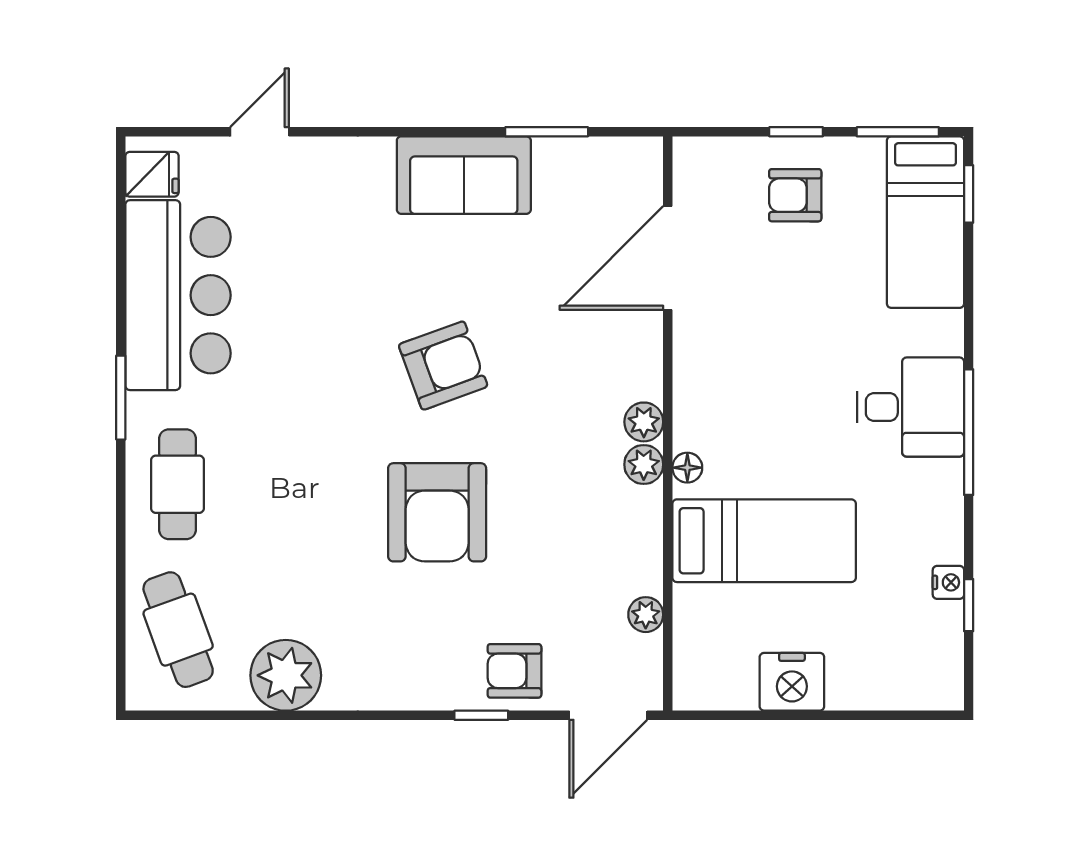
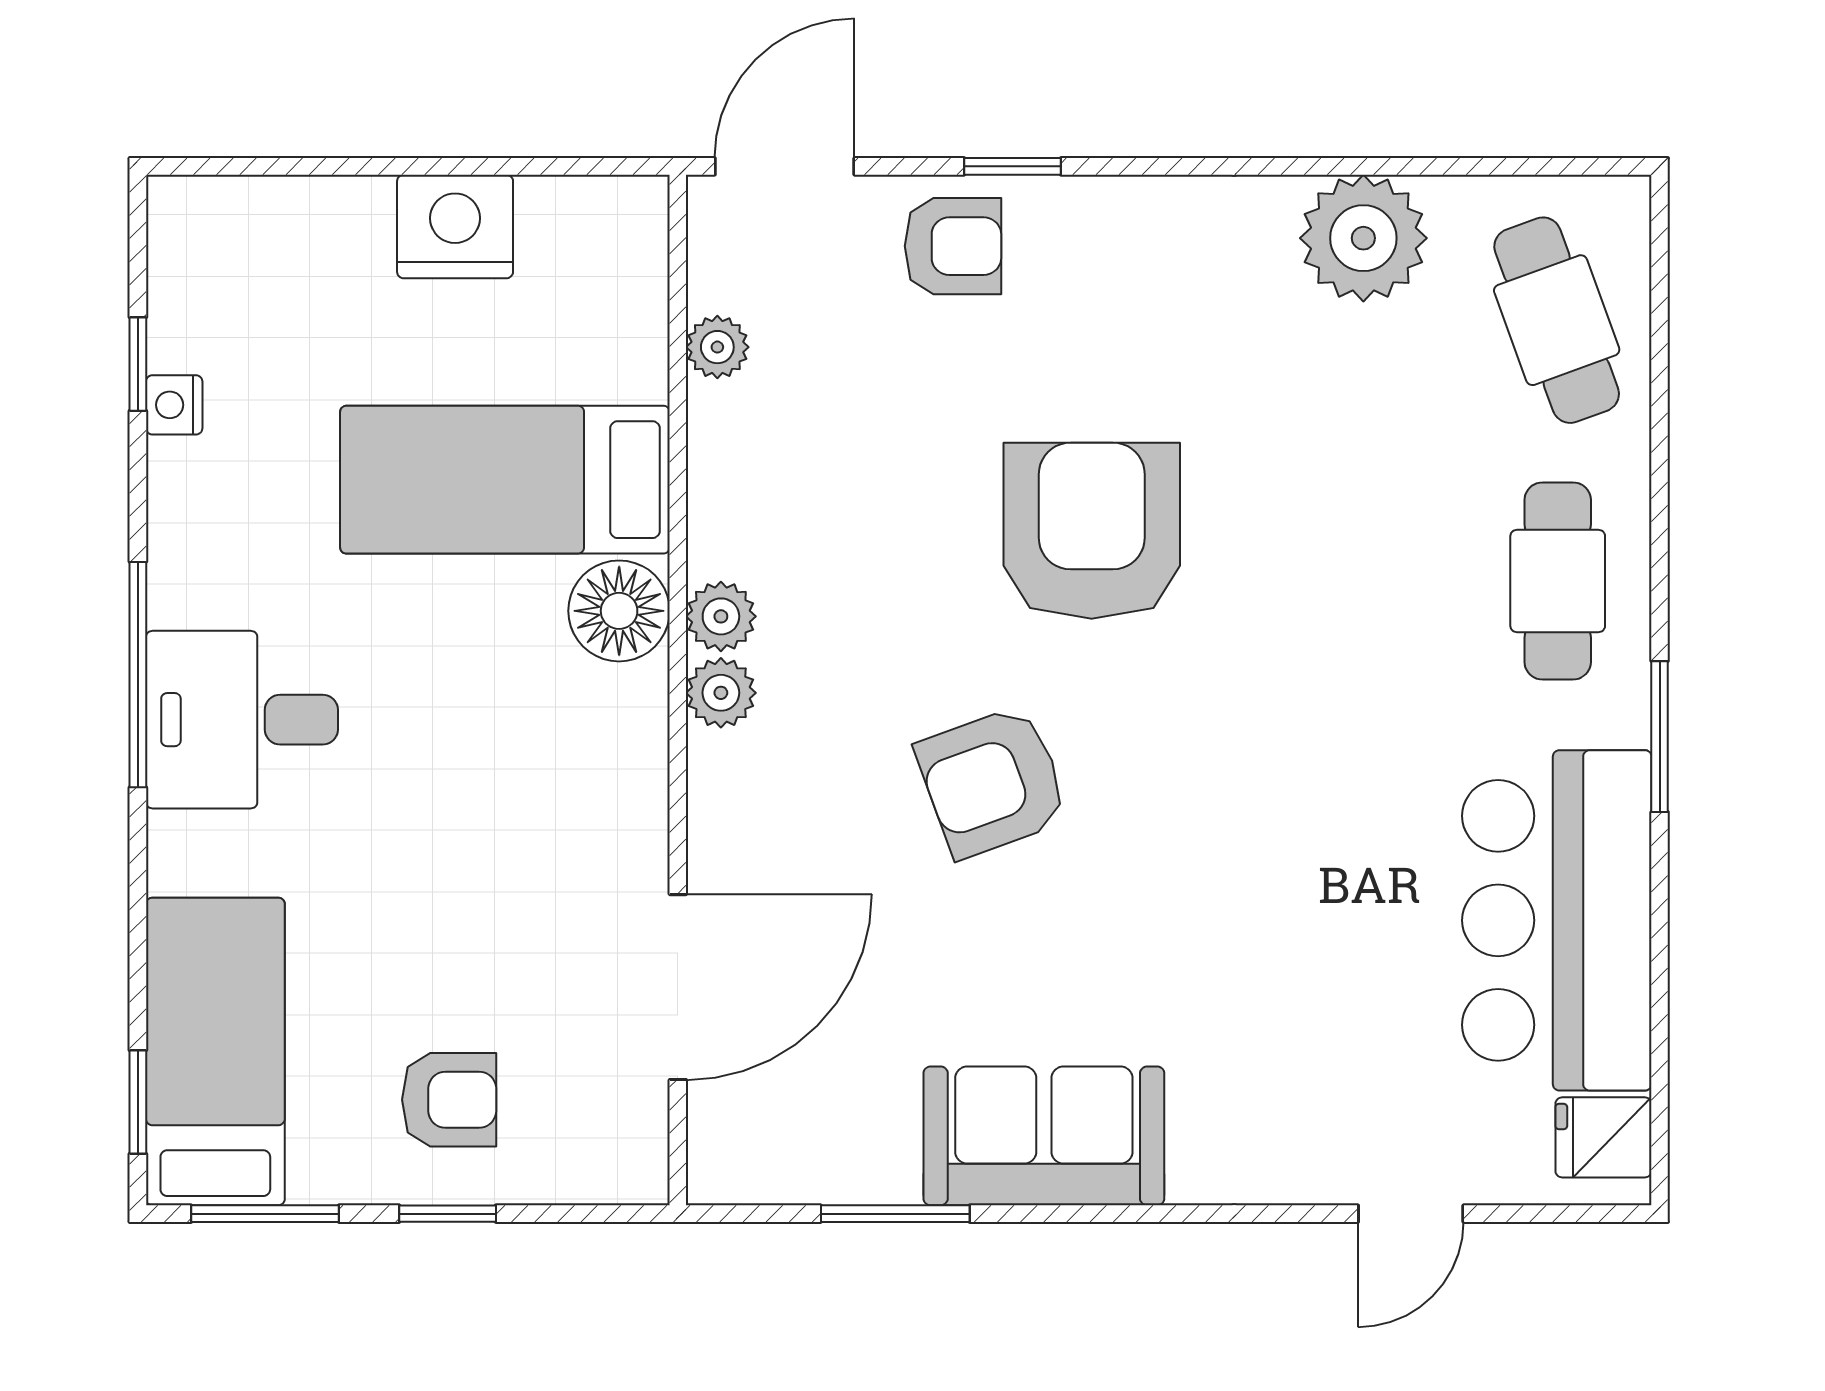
armchair: (443, 366) -> (993, 782), moved
floor lamp: (687, 468) -> (619, 611), width x1.89, depth x1.89

